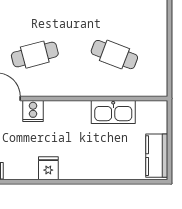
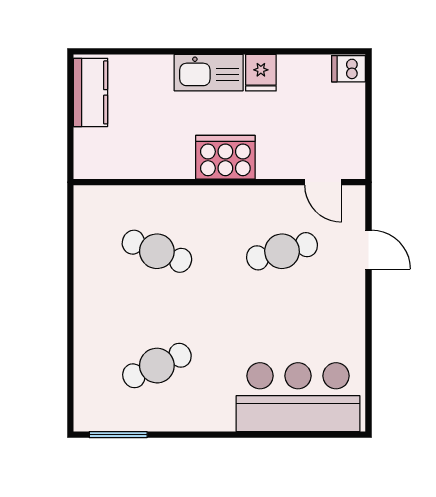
cooker: (33, 111) -> (225, 157), moved, width x1.87, depth x1.31
kitchen sink: (113, 112) -> (209, 73), moved, turned 180

